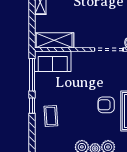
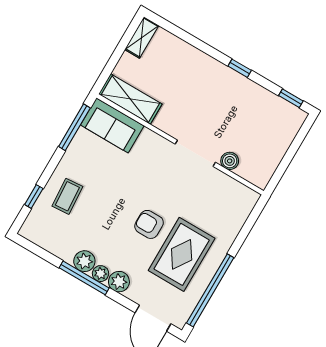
window: (32, 106) -> (34, 196), moved

